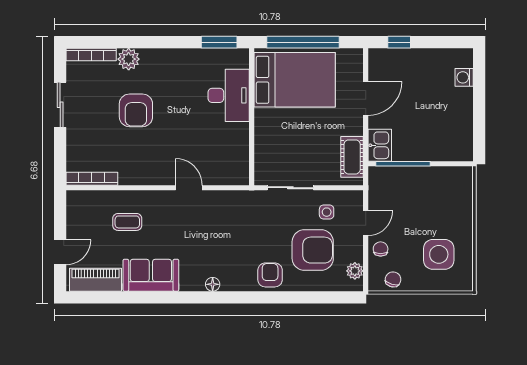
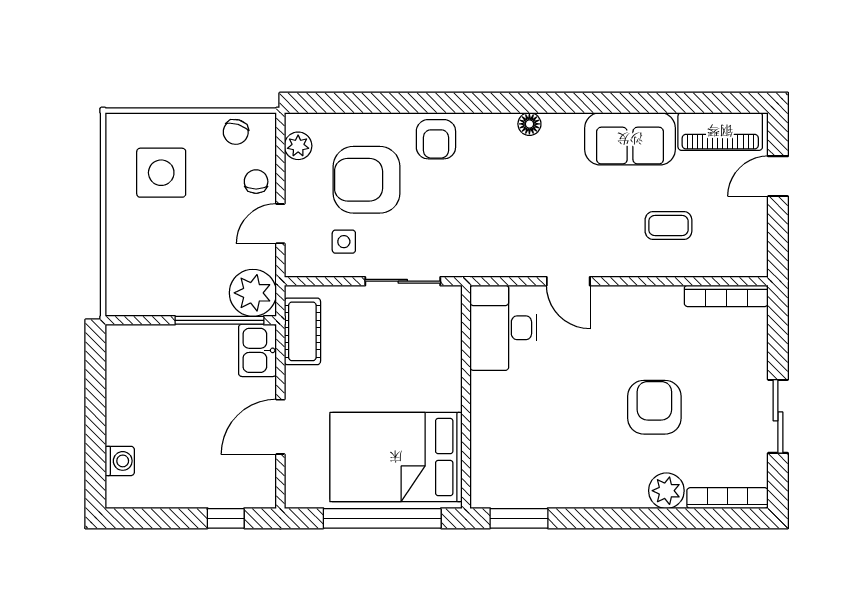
desk: (229, 95) -> (503, 328), moved
plant: (382, 181) -> (253, 293), added
chair: (381, 249) -> (256, 182), turned 180

